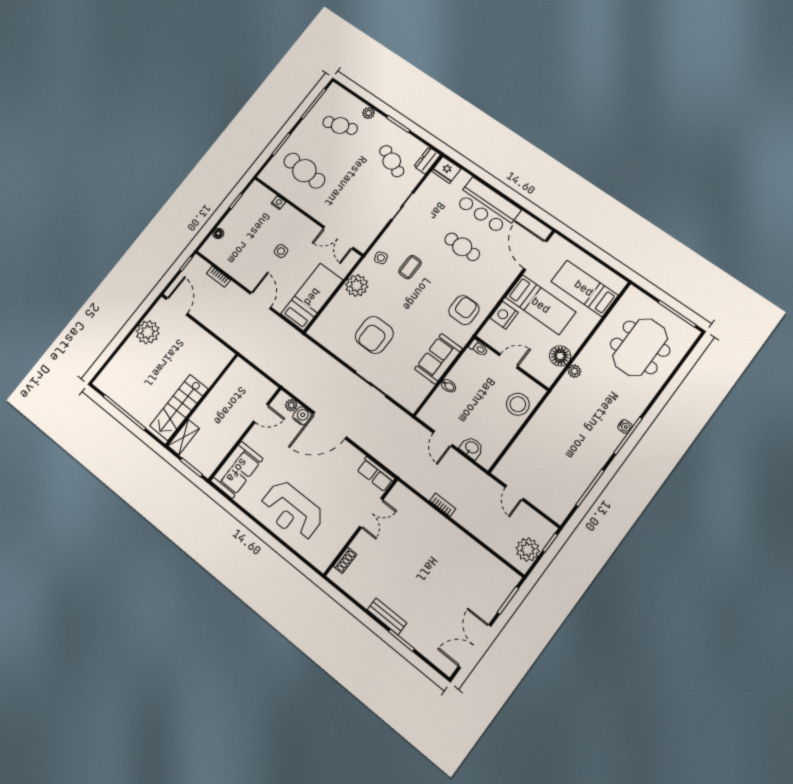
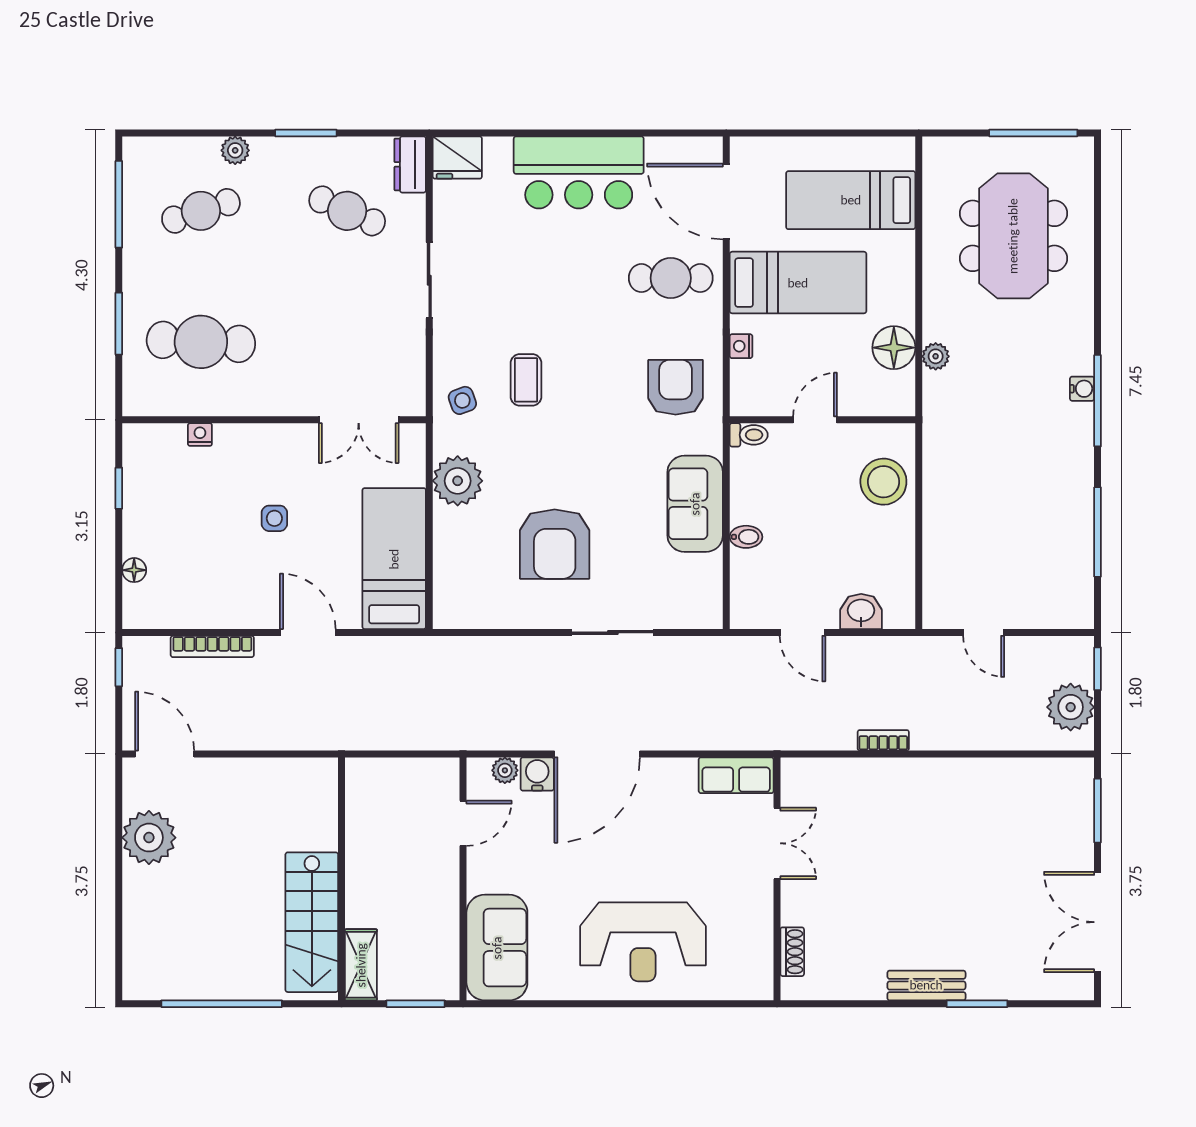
cafe table: (462, 247) -> (671, 278), moved
bookcase: (218, 277) -> (212, 646), width x1.56
nightstand: (504, 315) -> (741, 346), width x0.53, depth x0.56

